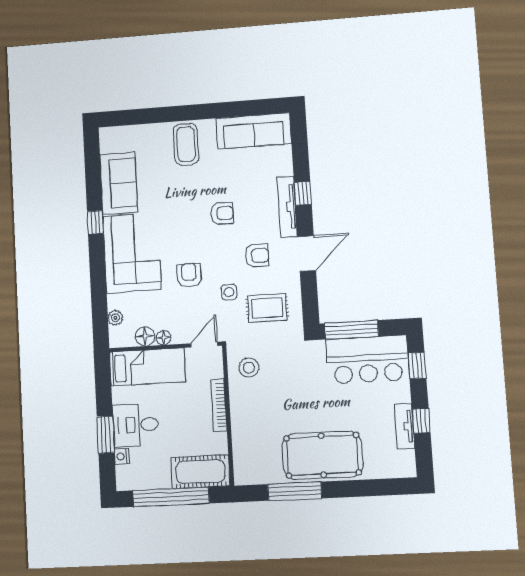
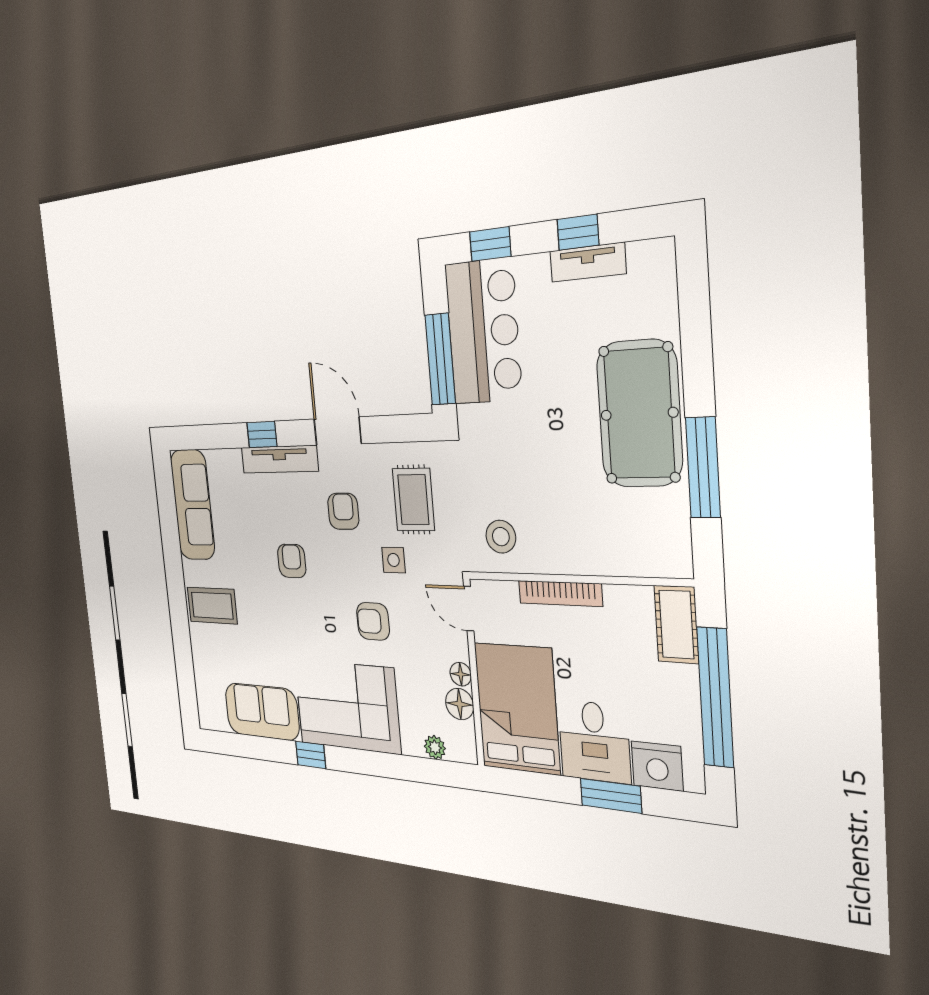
bed: (147, 367) -> (517, 708), width x1.50
nightstand: (122, 456) -> (657, 766), width x1.89, depth x1.79
cot: (201, 472) -> (676, 624), width x0.73, depth x0.75

